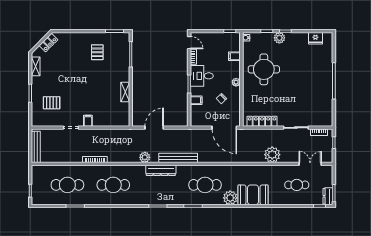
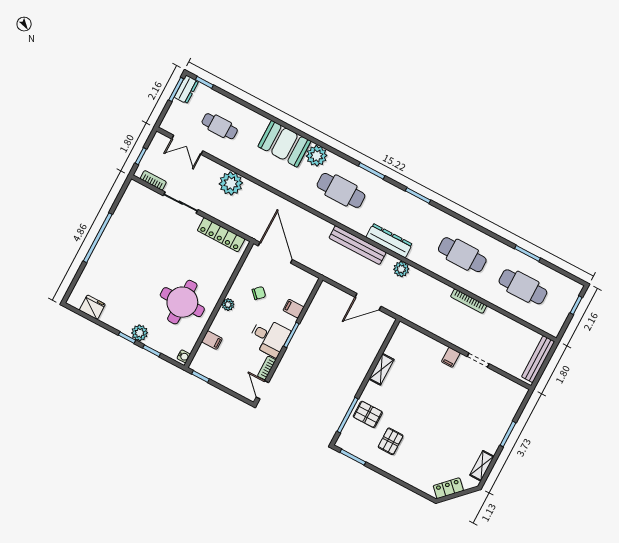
pallet: (52, 103) -> (368, 414), moved

